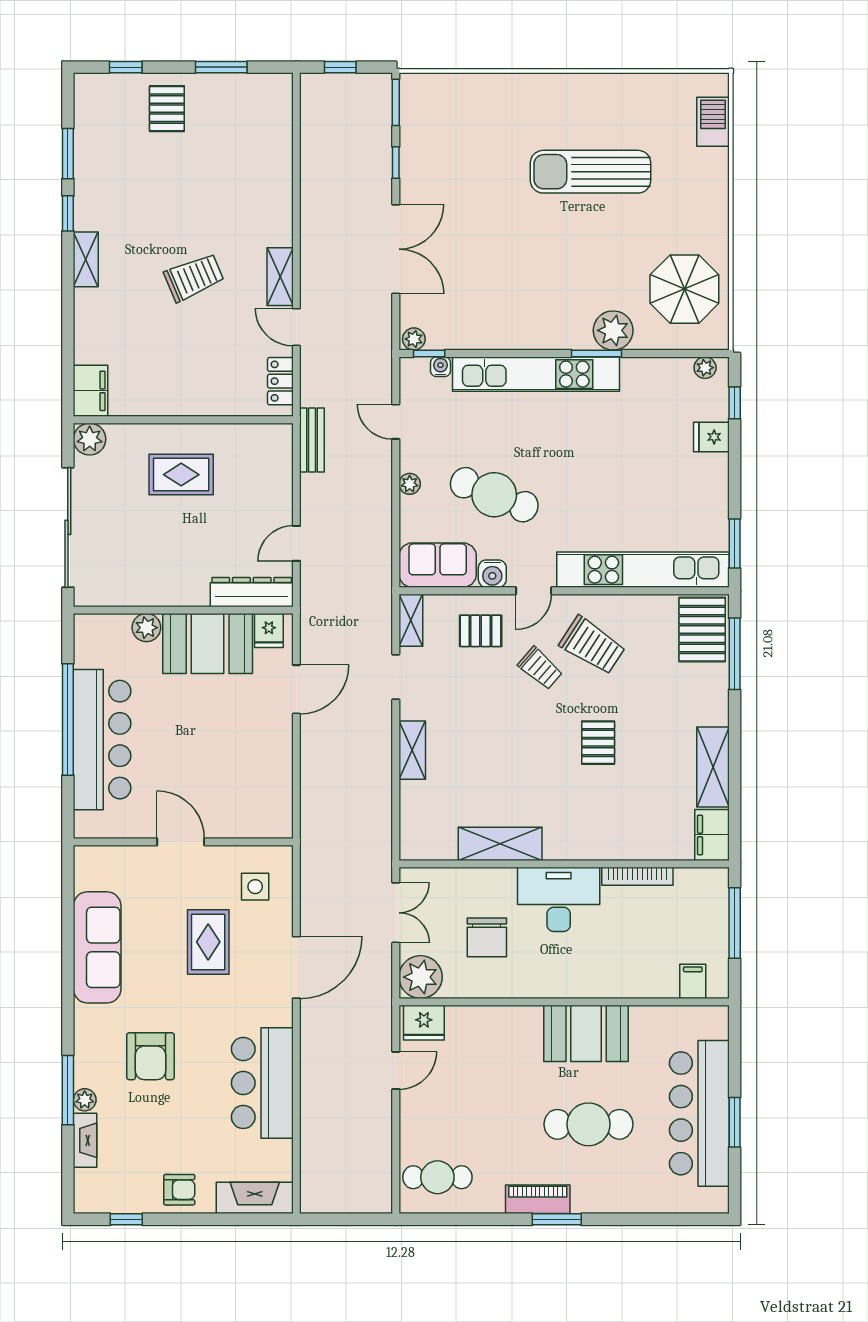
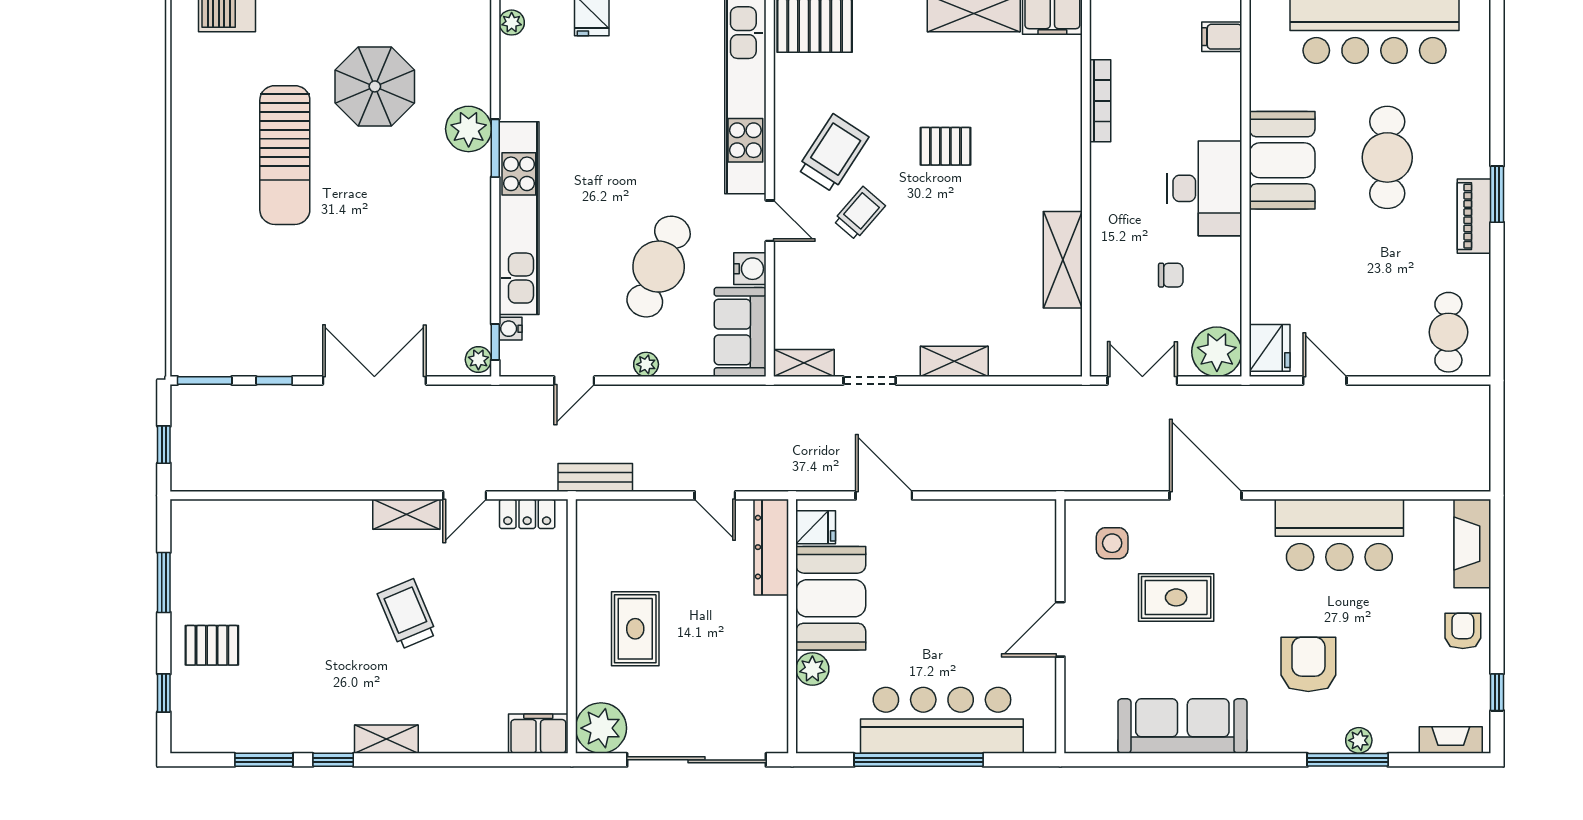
parasol: (684, 289) -> (375, 86), moved
plant: (90, 439) -> (601, 728), width x1.36, depth x1.36
pallet: (481, 631) -> (816, 282), removed
desk: (559, 899) -> (1204, 188), moved, turned 180
chair: (487, 937) -> (1171, 275), width x0.54, depth x0.54
armchair: (150, 1056) -> (1308, 664), turned -90
fireplace: (85, 1140) -> (1451, 740), moved

